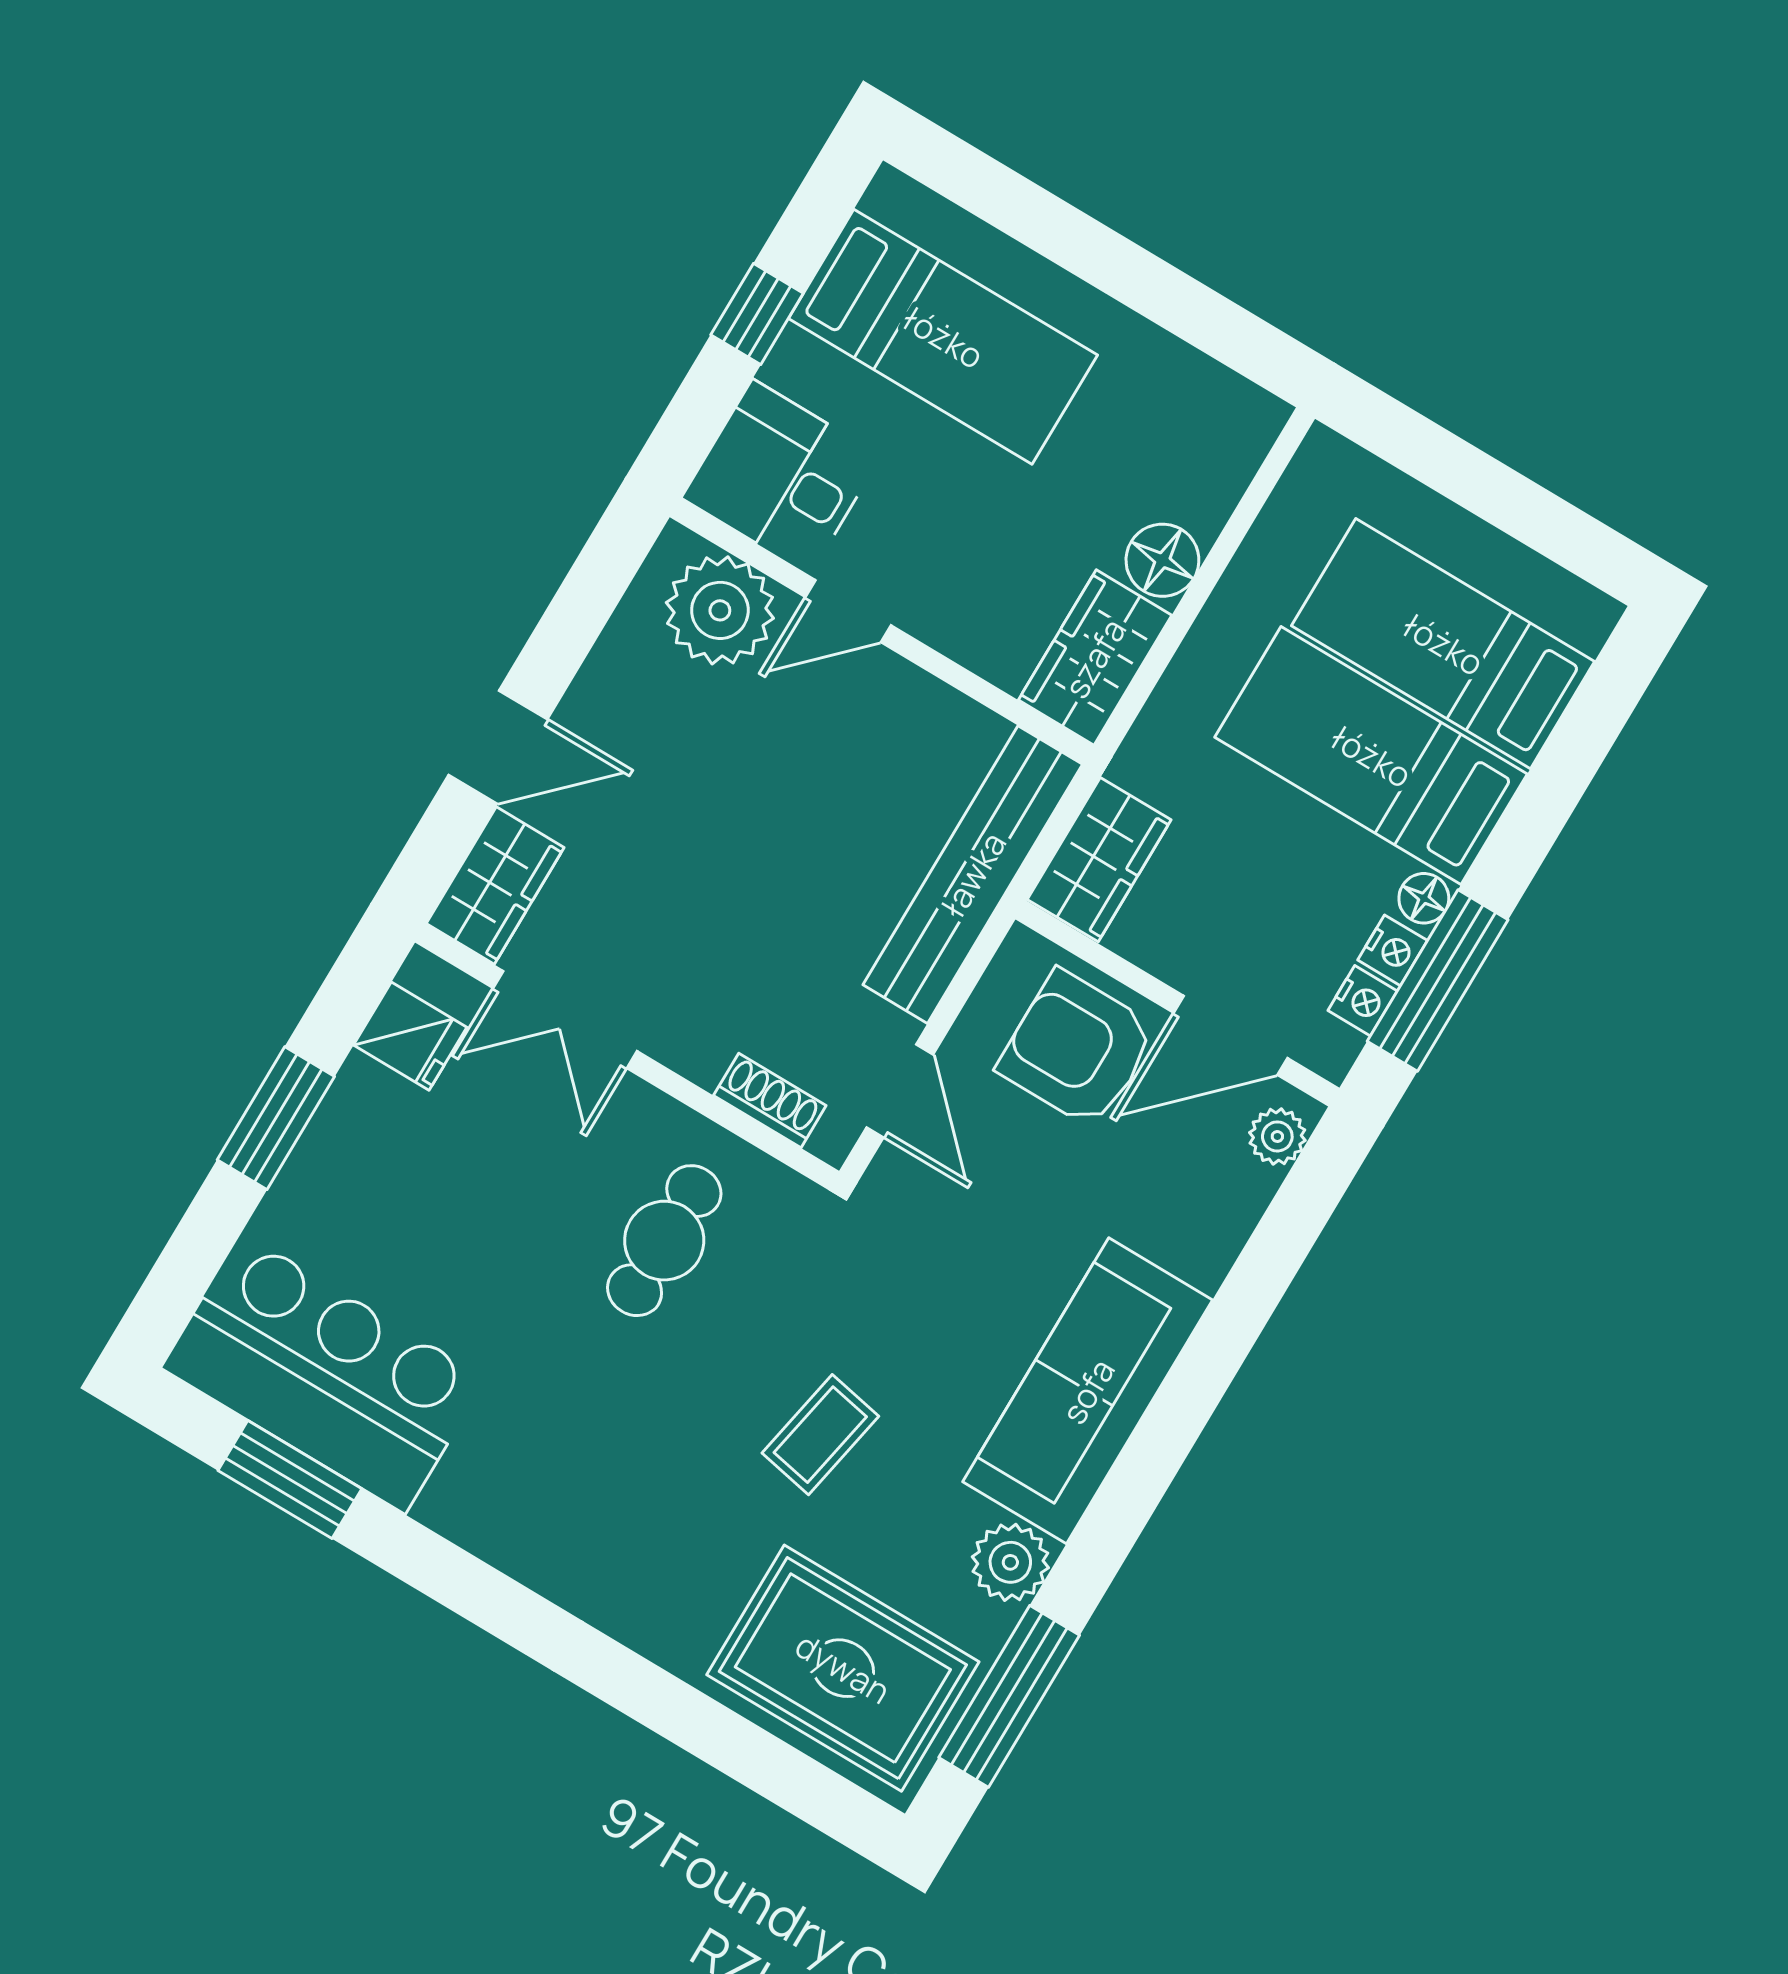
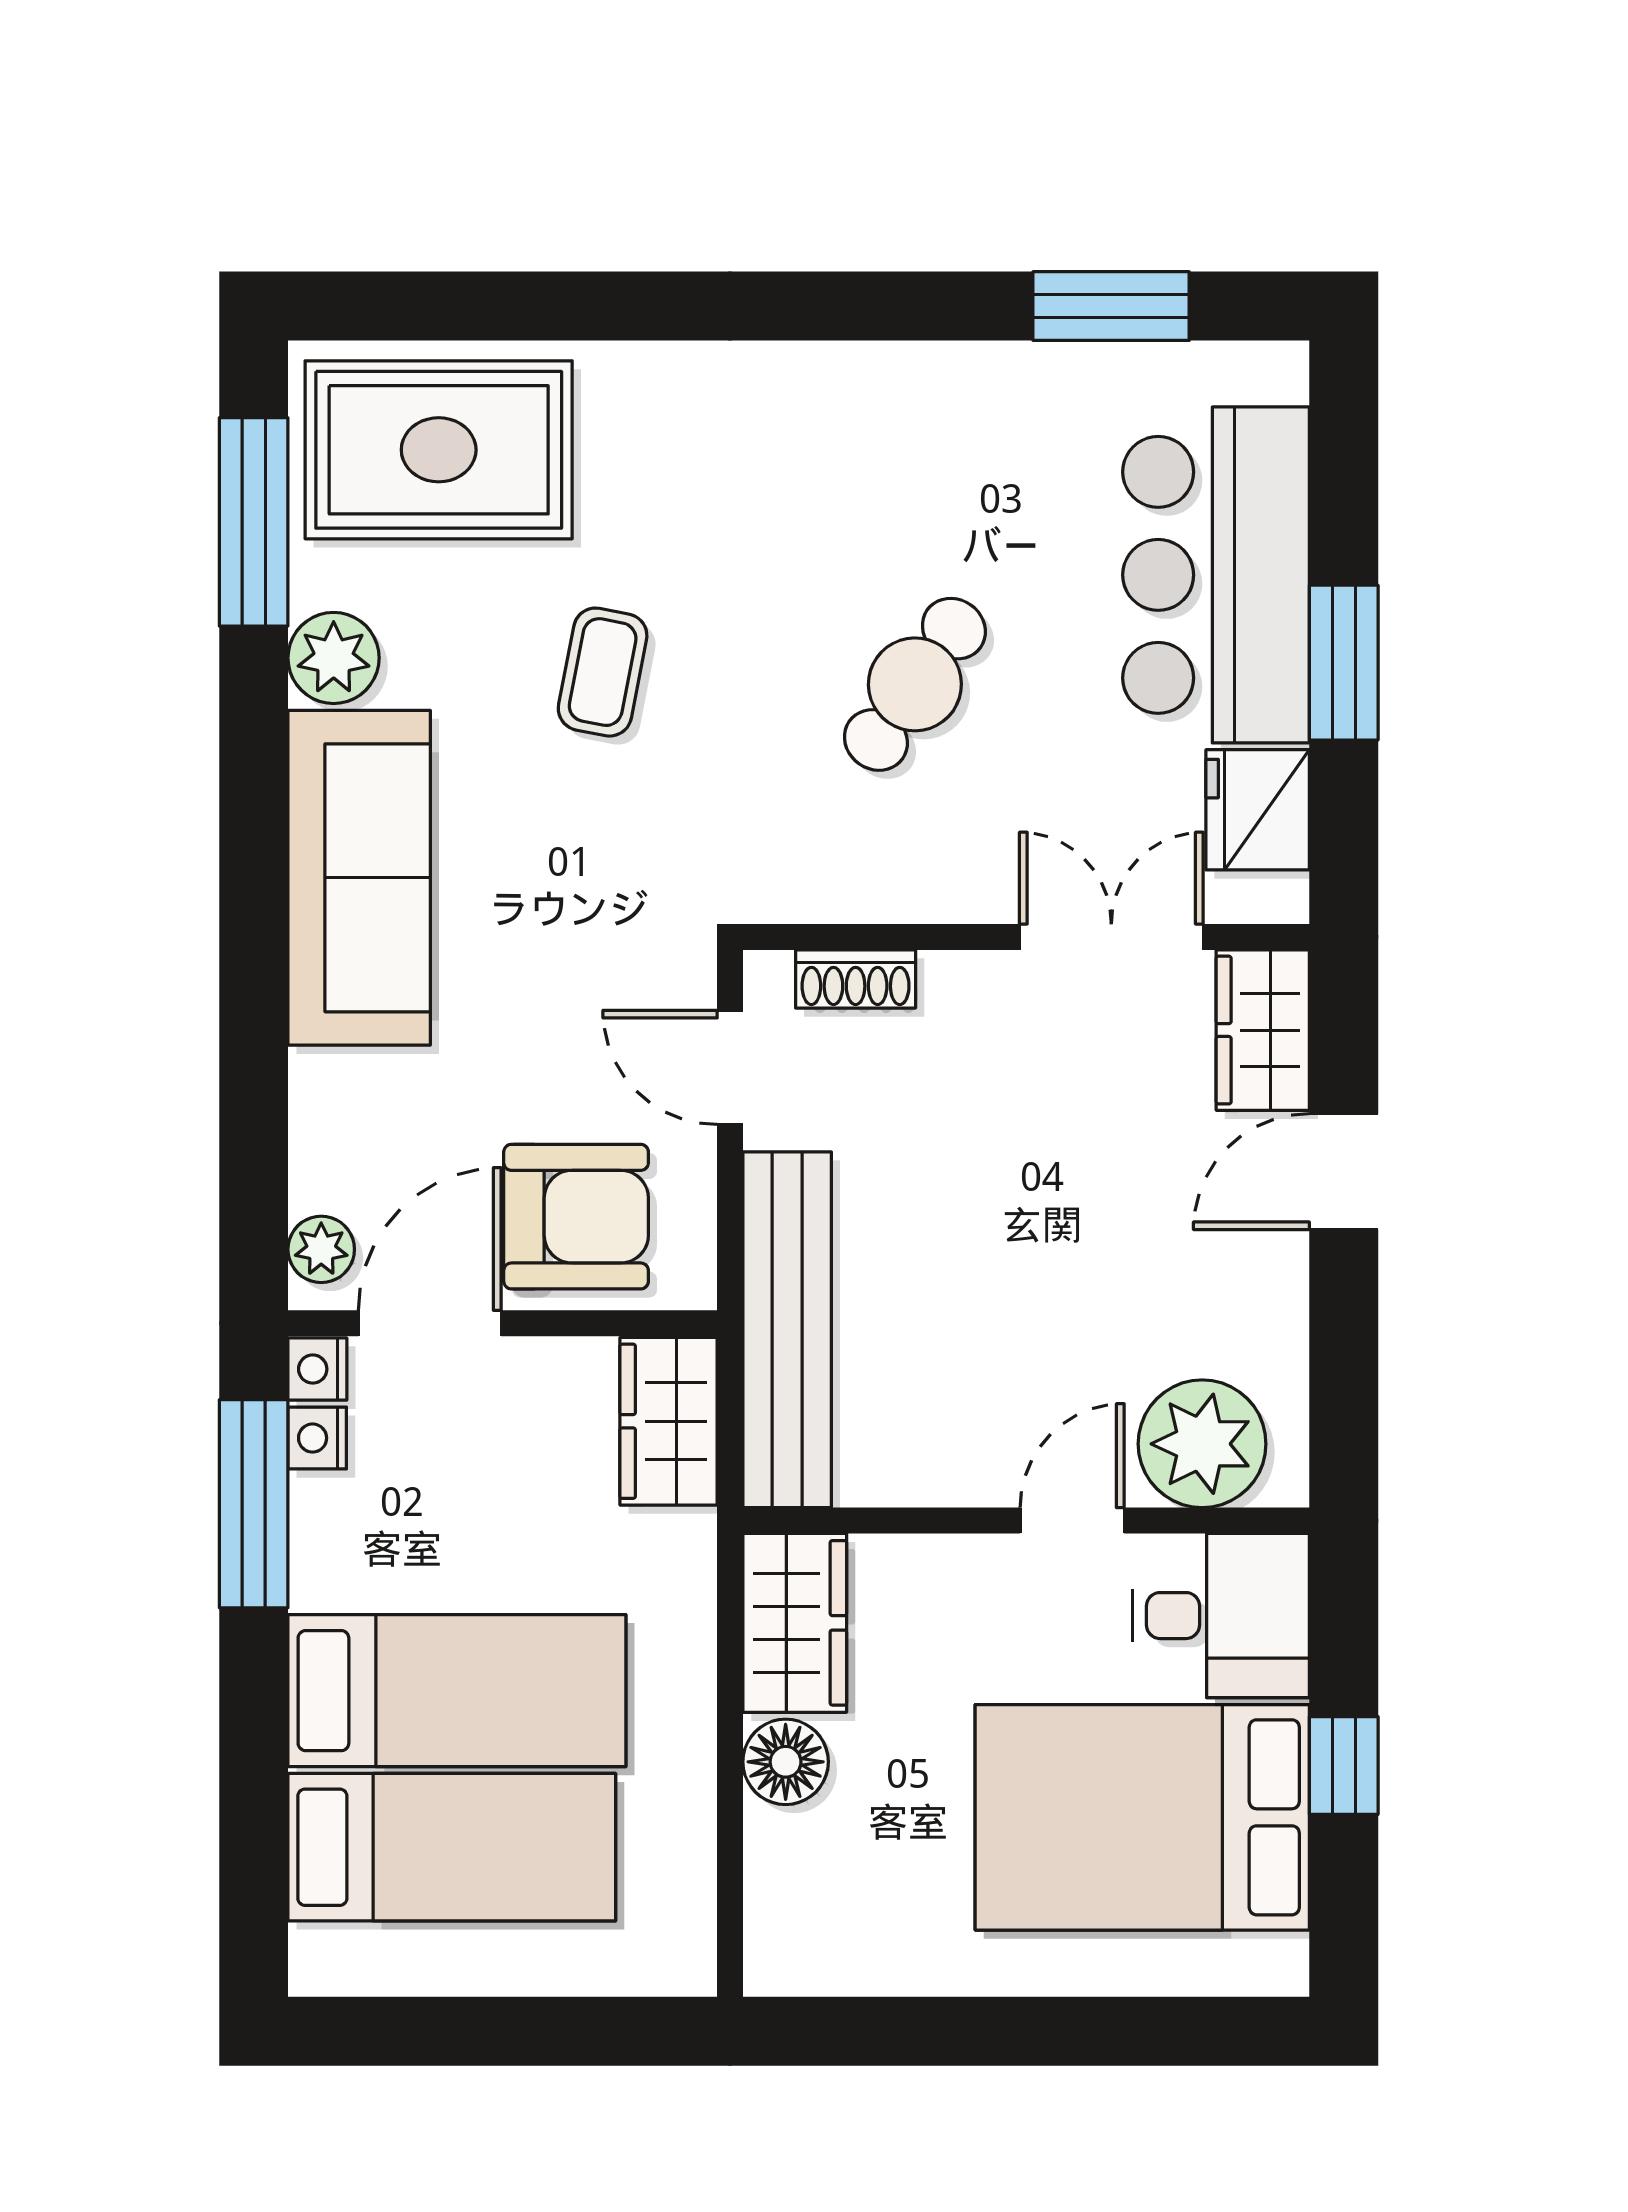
bed: (943, 337) -> (1142, 1817), width x1.50
floor lamp: (1424, 898) -> (317, 1578), removed
nightstand: (1393, 950) -> (317, 1369), moved
fridge: (410, 1036) -> (1258, 810), width x1.38
cafe table: (664, 1241) -> (915, 684), moved, turned 35
bar counter: (323, 1373) -> (1216, 575), moved, turned 90

